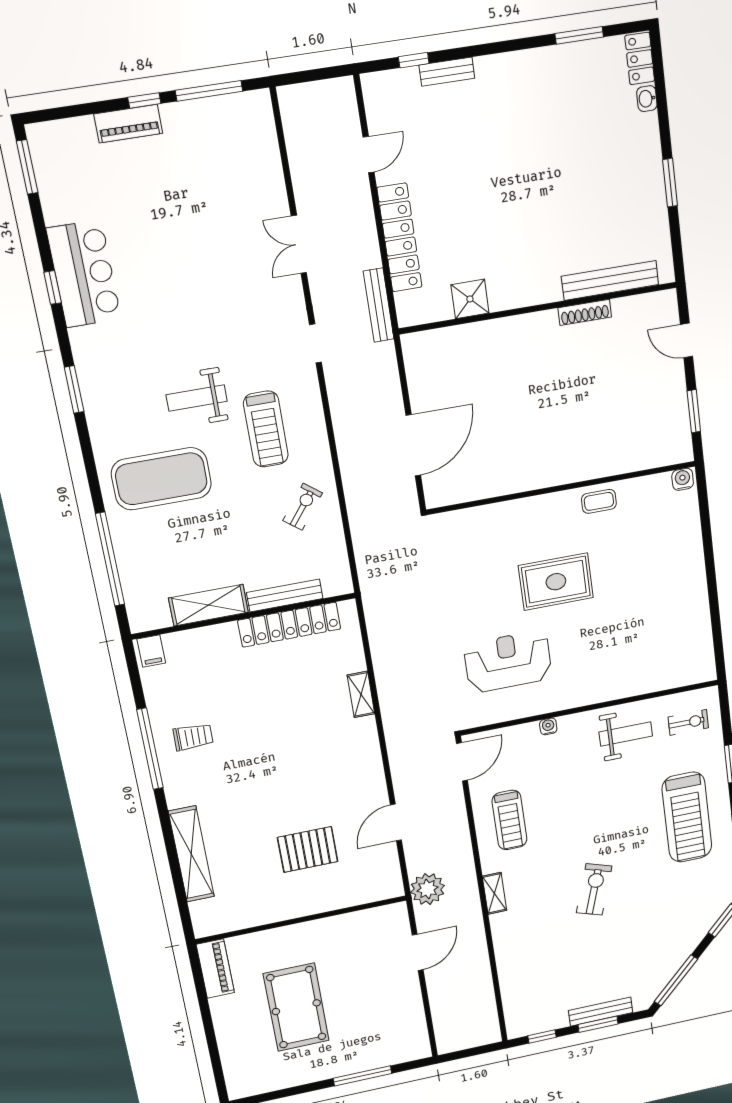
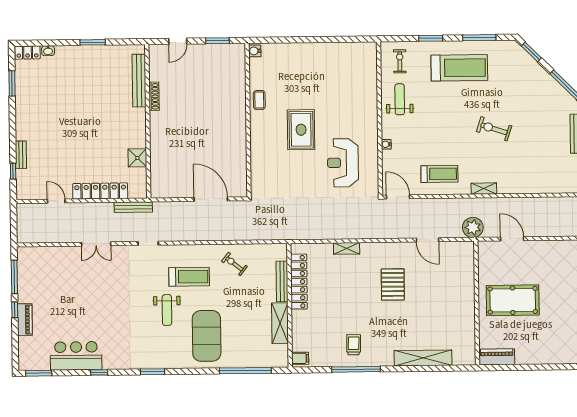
bar counter: (84, 274) -> (76, 356), moved
pallet: (308, 849) -> (393, 284), moved
pool table: (296, 1007) -> (513, 300), moved

